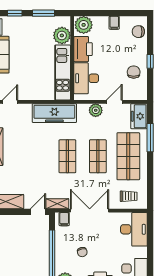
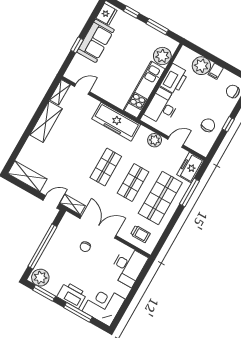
plant: (84, 25) -> (201, 66), moved
filing cabinet: (64, 219) -> (71, 222), removed
chair: (82, 252) -> (85, 247), moved

